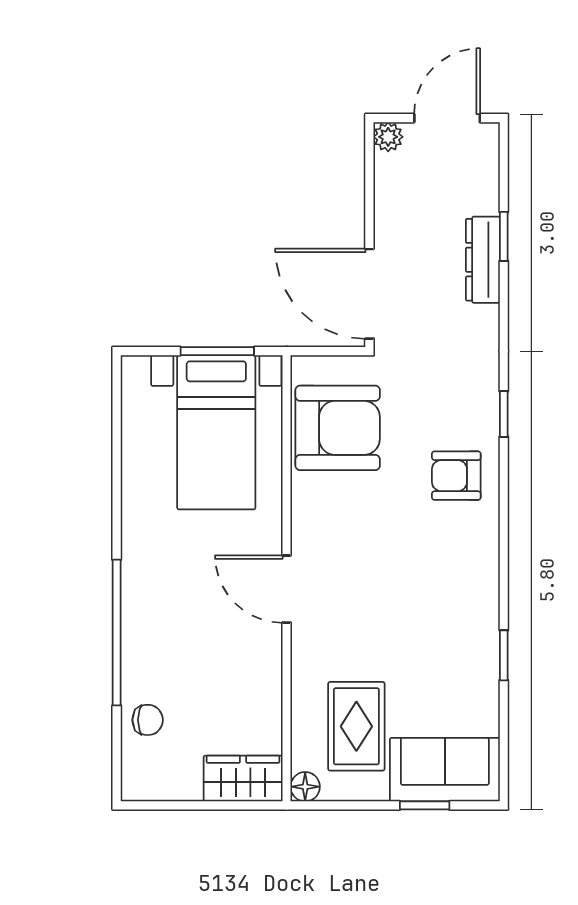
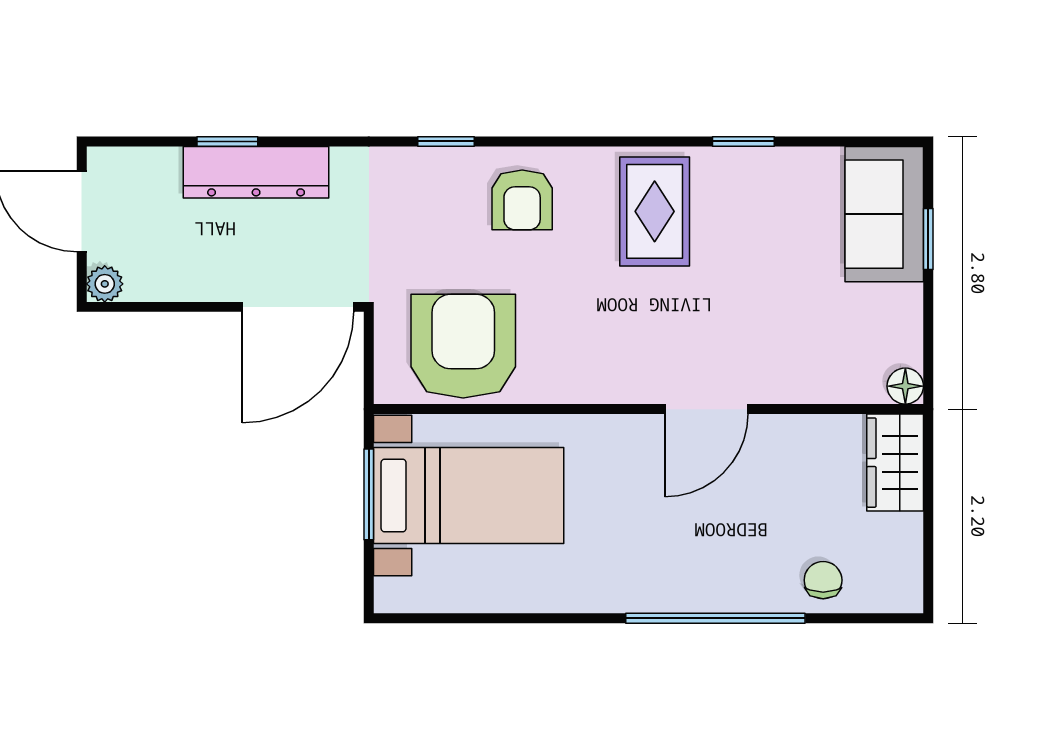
dresser: (483, 260) -> (256, 172), width x1.37, depth x1.24
door: (286, 589) -> (706, 409), moved
rug: (356, 726) -> (655, 211), moved, turned 90

